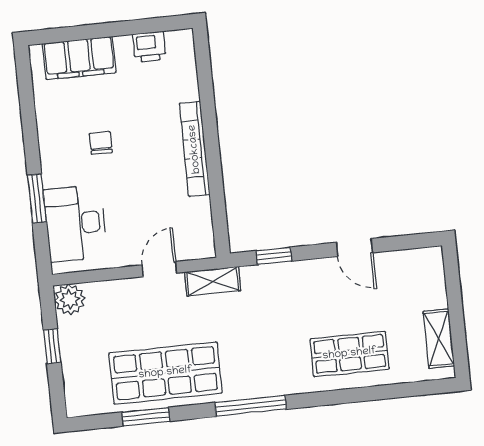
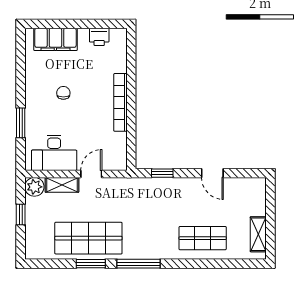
desk: (75, 223) -> (54, 153), moved, turned -90
shelving: (213, 281) -> (62, 185), moved
window: (146, 417) -> (91, 264), moved

